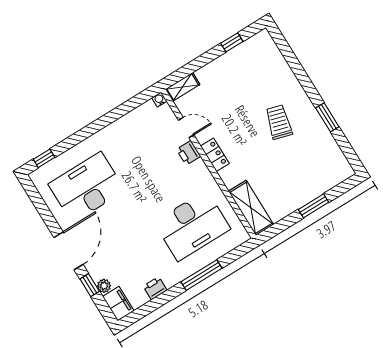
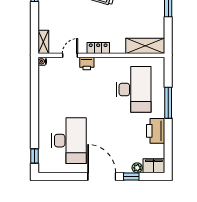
desk: (87, 187) -> (69, 141), turned 180
printer: (155, 288) -> (156, 131), width x1.87, depth x1.48

